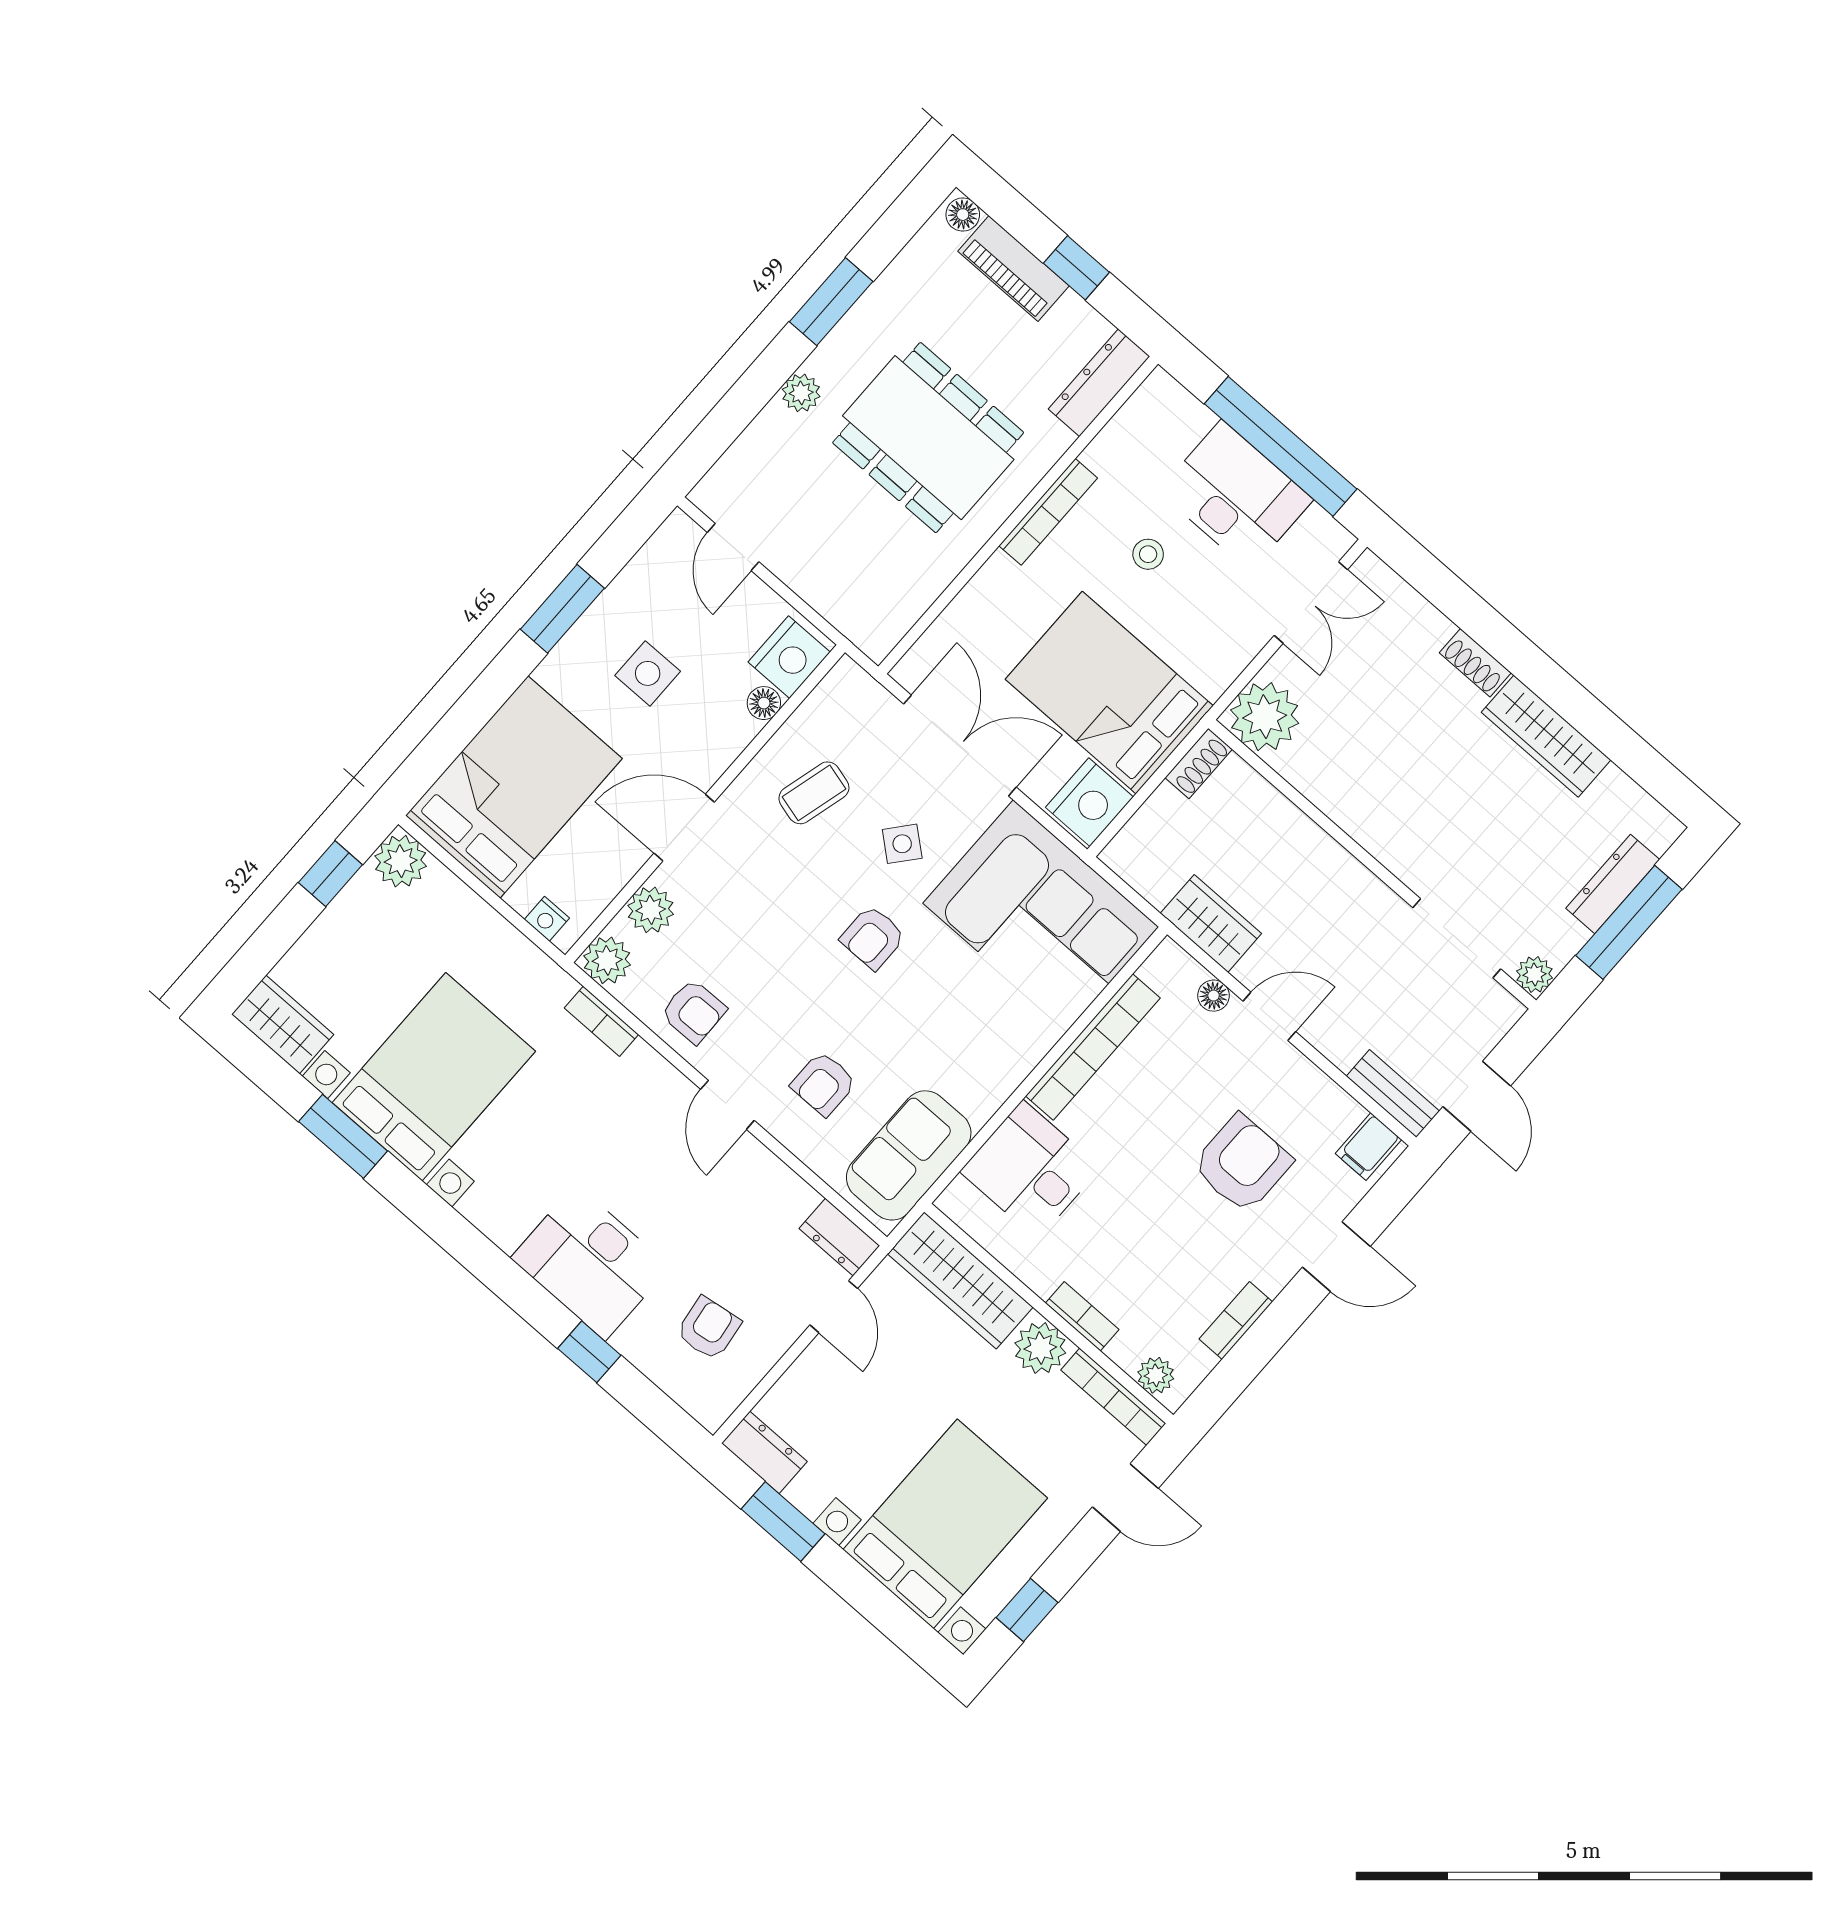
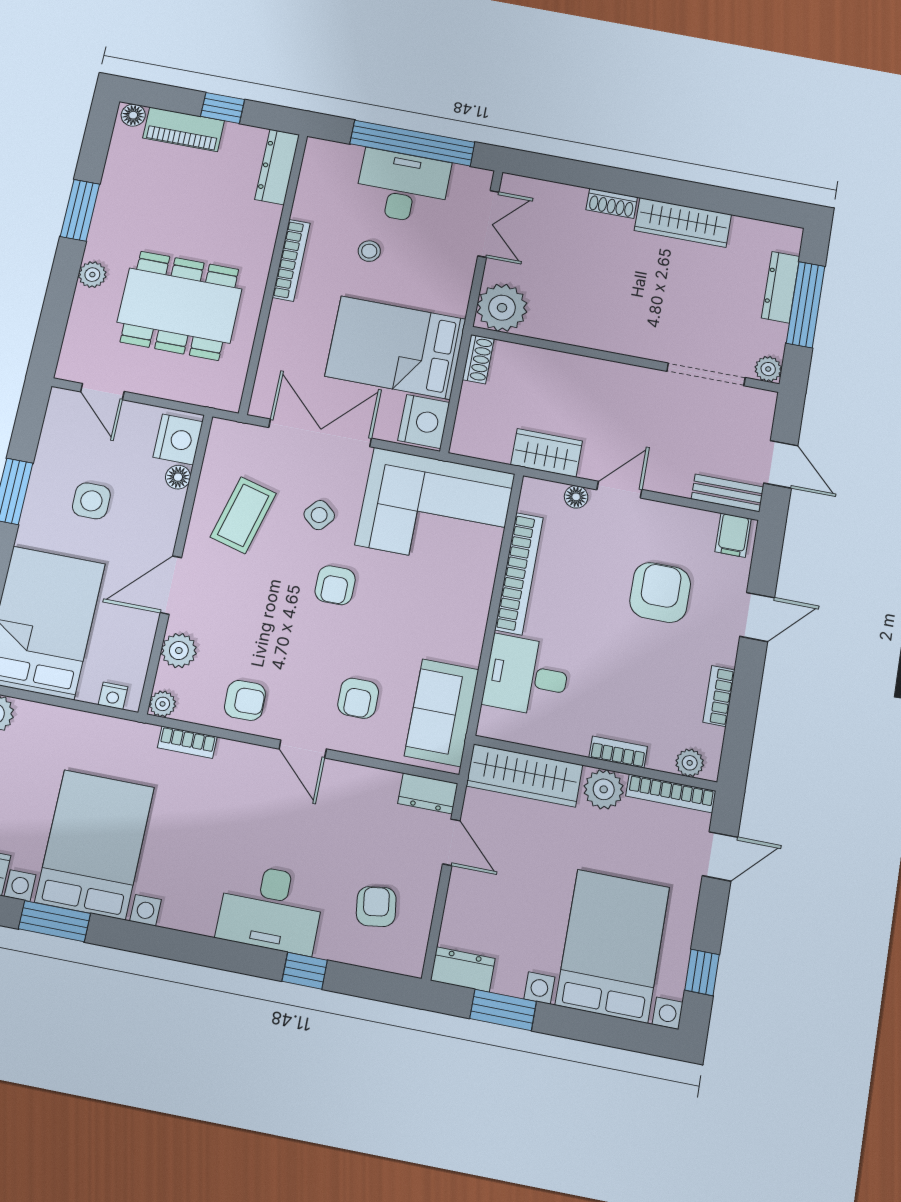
dining table: (928, 438) -> (180, 306), moved
coffee table: (814, 793) -> (243, 515), width x1.36, depth x1.30
plant: (607, 960) -> (163, 704), width x0.73, depth x0.73

